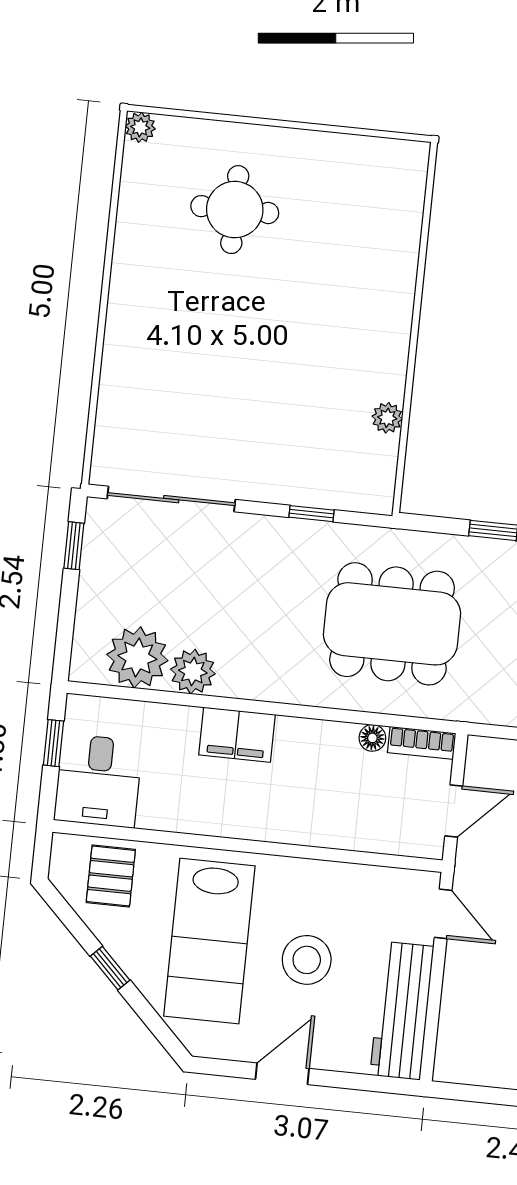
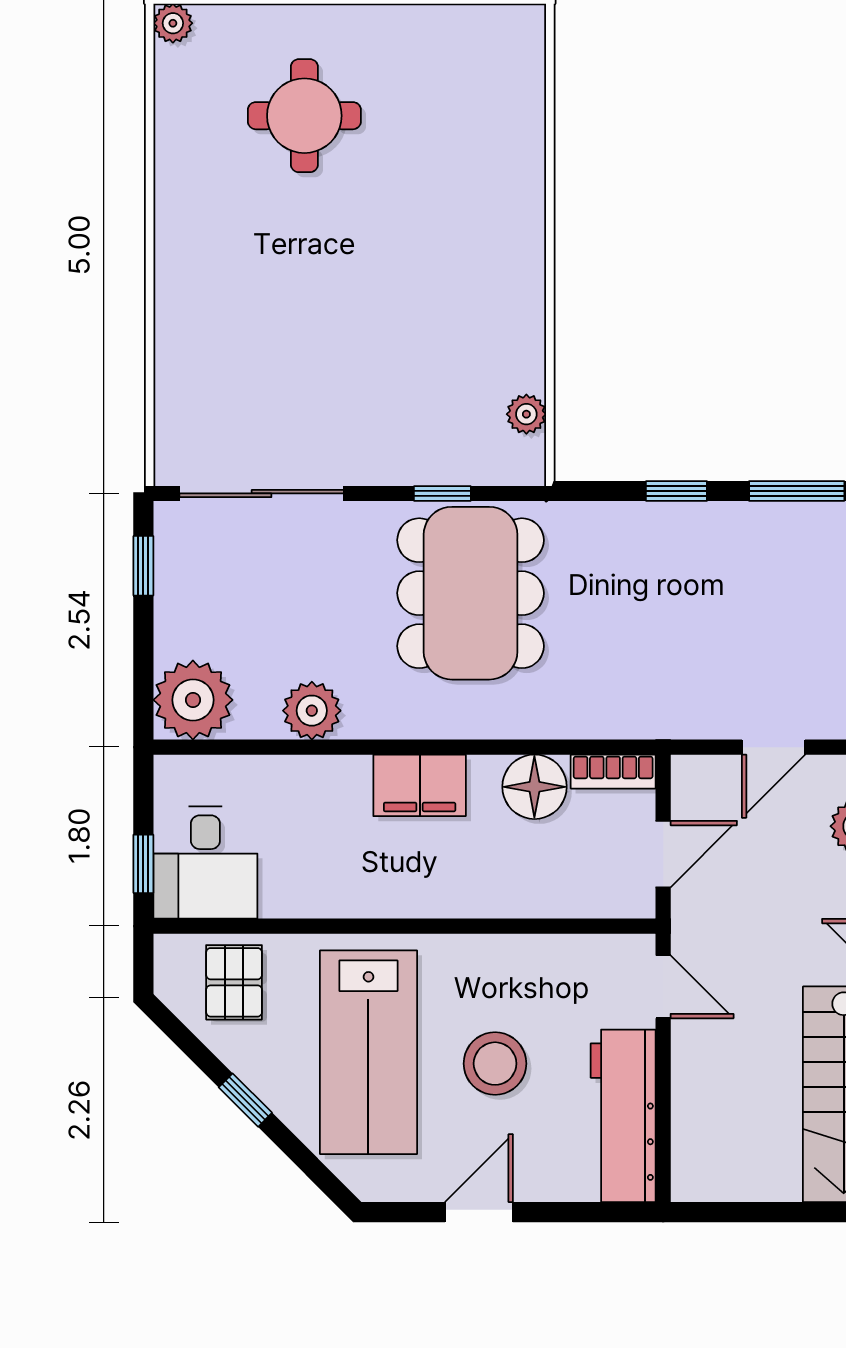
plant: (387, 418) -> (526, 414), moved
dining table: (392, 624) -> (471, 593), moved, turned 90
plant: (137, 657) -> (193, 700), moved
filing cabinet: (237, 735) -> (420, 785), moved
floor lamp: (372, 738) -> (534, 787), width x1.89, depth x1.89
window: (53, 743) -> (143, 864), moved

